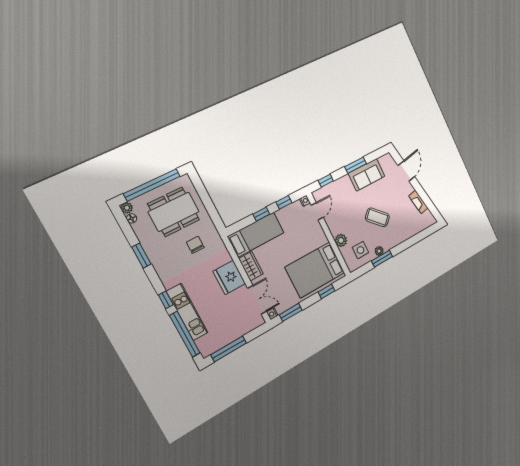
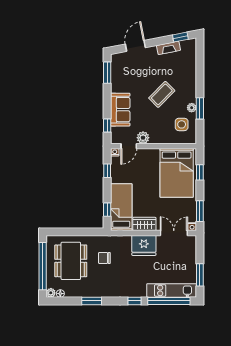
window: (356, 165) -> (107, 73), moved
door: (406, 171) -> (135, 46), hinge flipped
sofa: (367, 175) -> (120, 110), moved
window: (432, 208) -> (180, 37), added
door: (317, 211) -> (129, 146), swing flipped
window: (261, 214) -> (107, 210), moved
plant: (341, 240) -> (143, 138), moved
kitchen unit: (187, 312) -> (172, 290), moved
window: (229, 349) -> (200, 275), width x0.69

